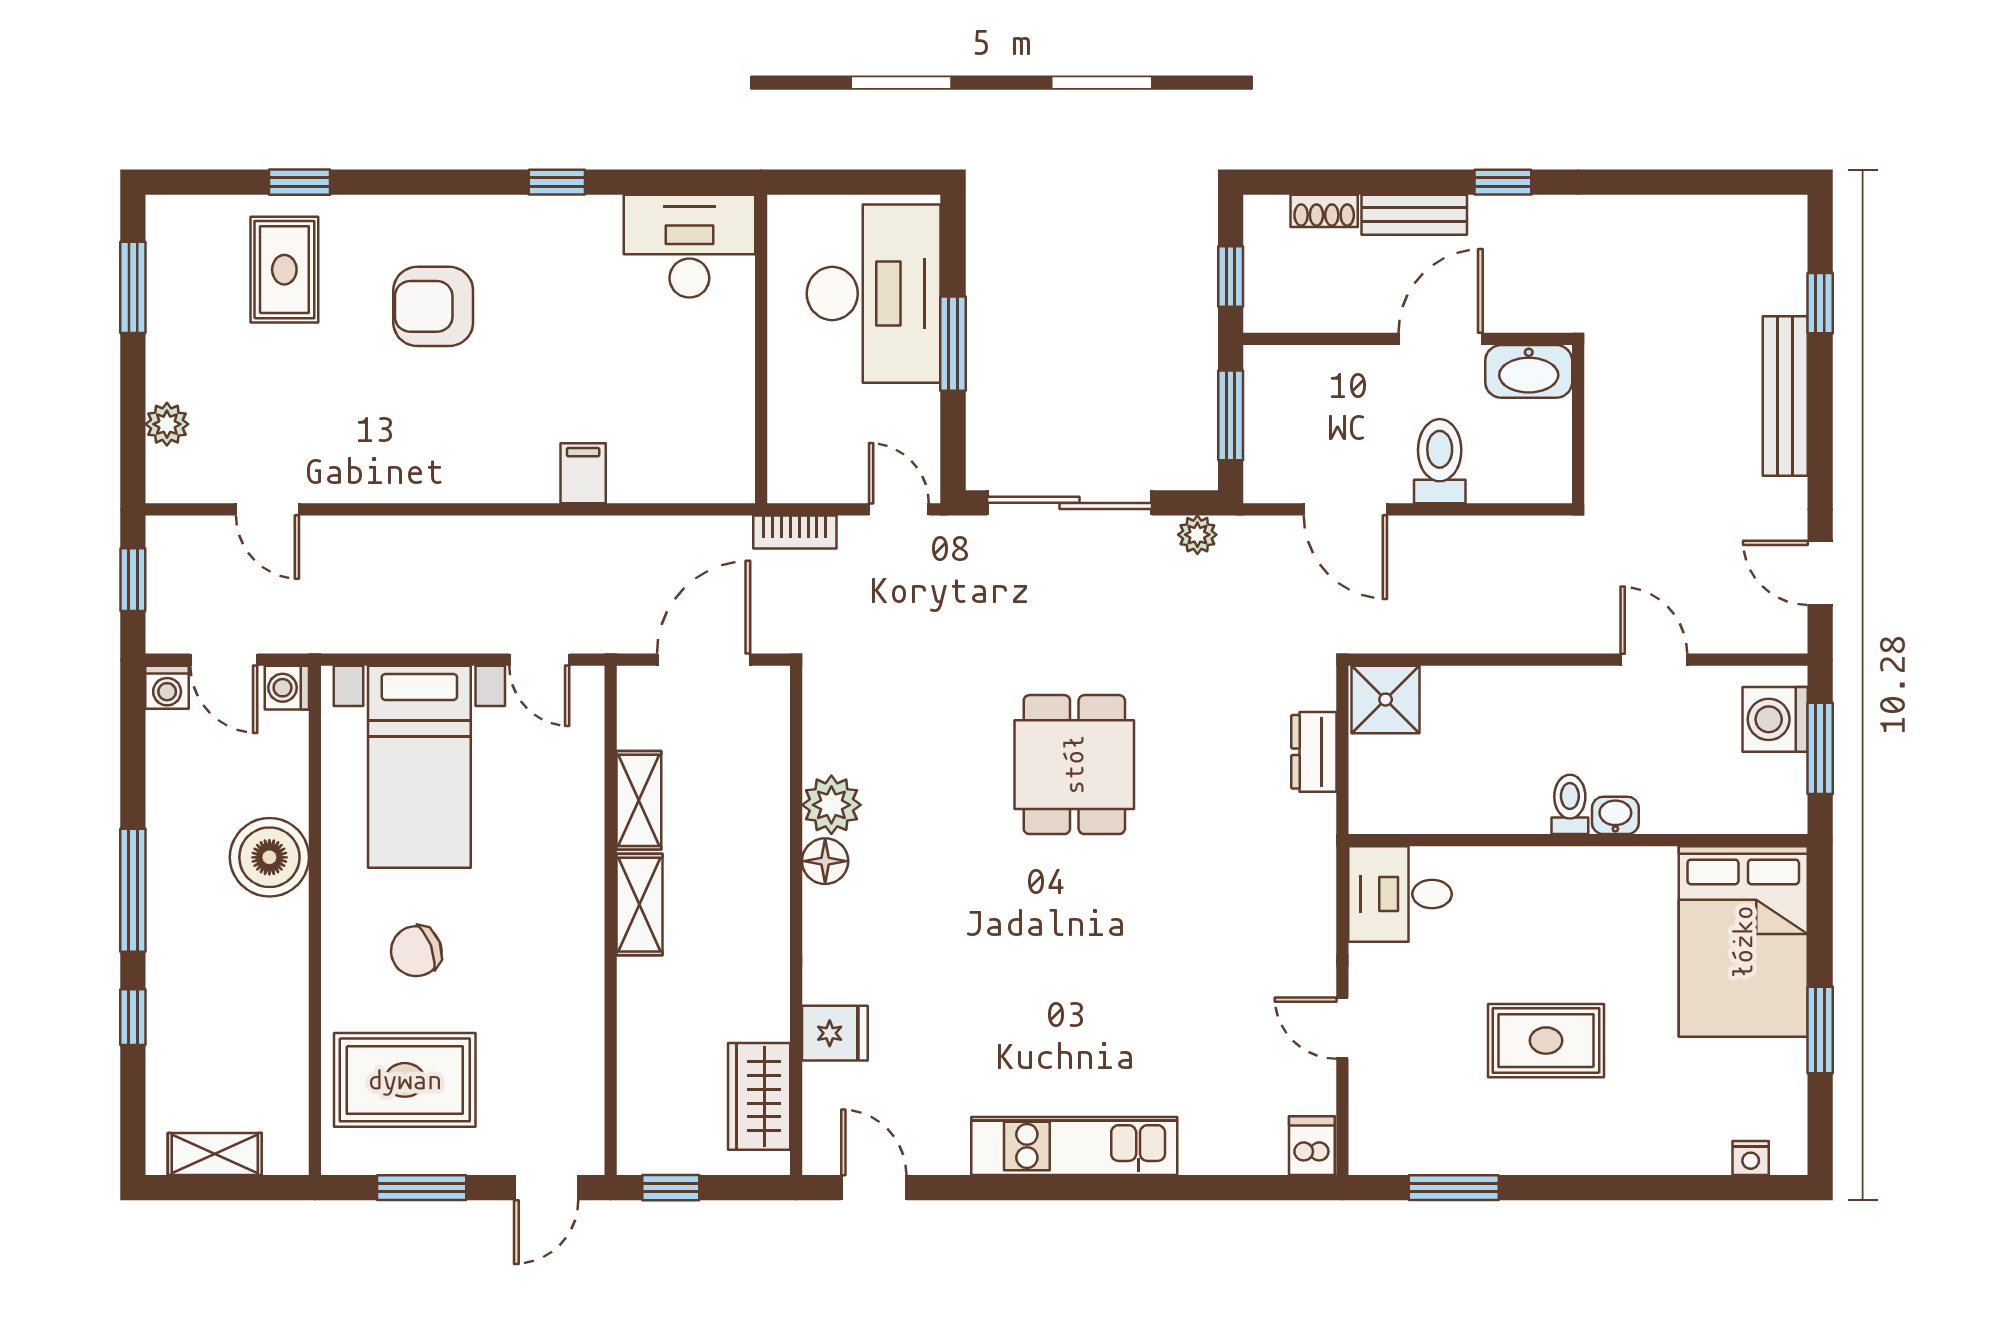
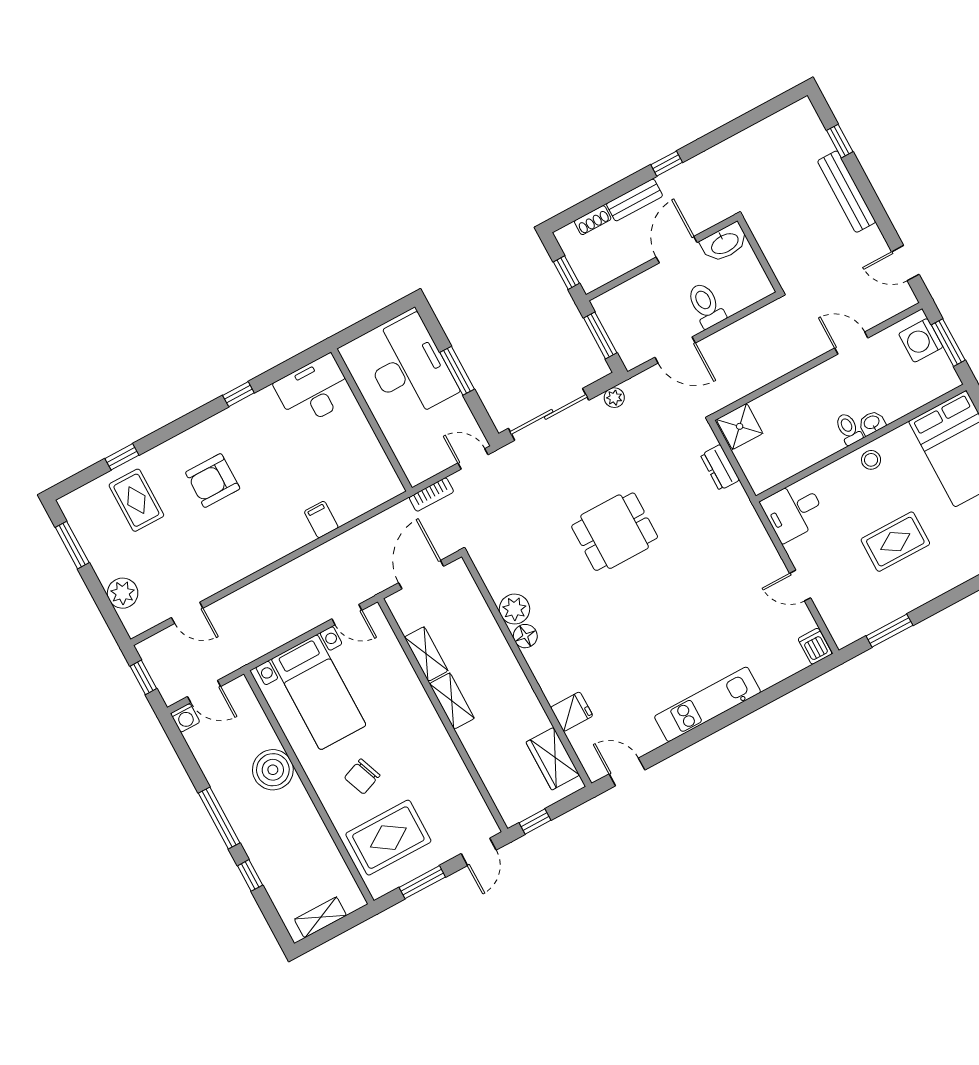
plant: (167, 424) -> (123, 593), width x1.38, depth x1.38
washing machine: (287, 688) -> (239, 689), removed
dining table: (1074, 765) -> (615, 532), turned 90
stool: (1580, 878) -> (871, 460), added

